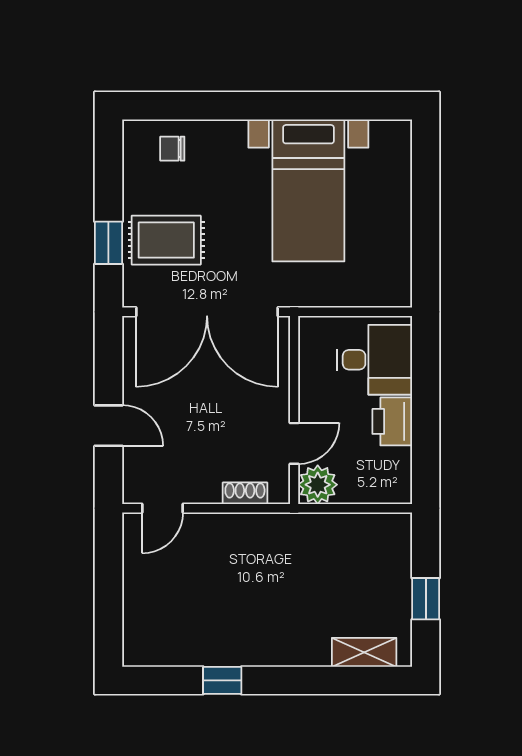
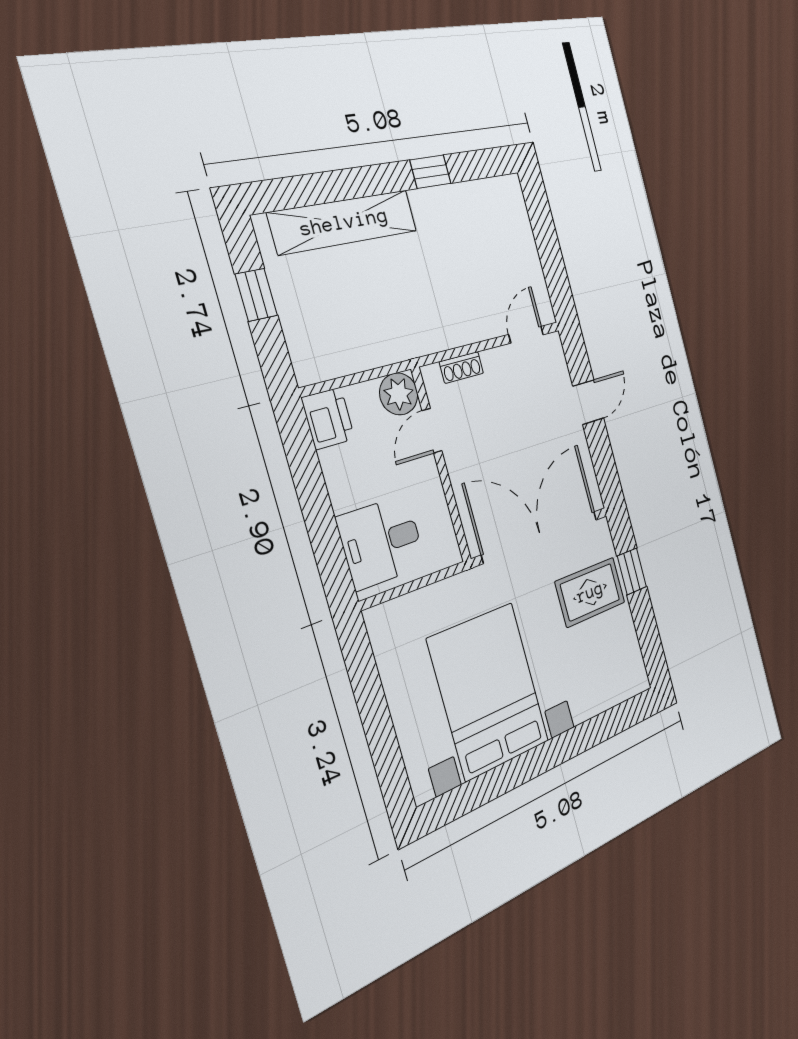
chair: (172, 149) -> (608, 679), removed
bed with nightstands: (308, 190) -> (489, 691), width x1.36
printer: (392, 421) -> (328, 418), moved
door: (108, 426) -> (588, 402), swing flipped
shelving: (364, 652) -> (344, 222), width x2.20, depth x1.33

